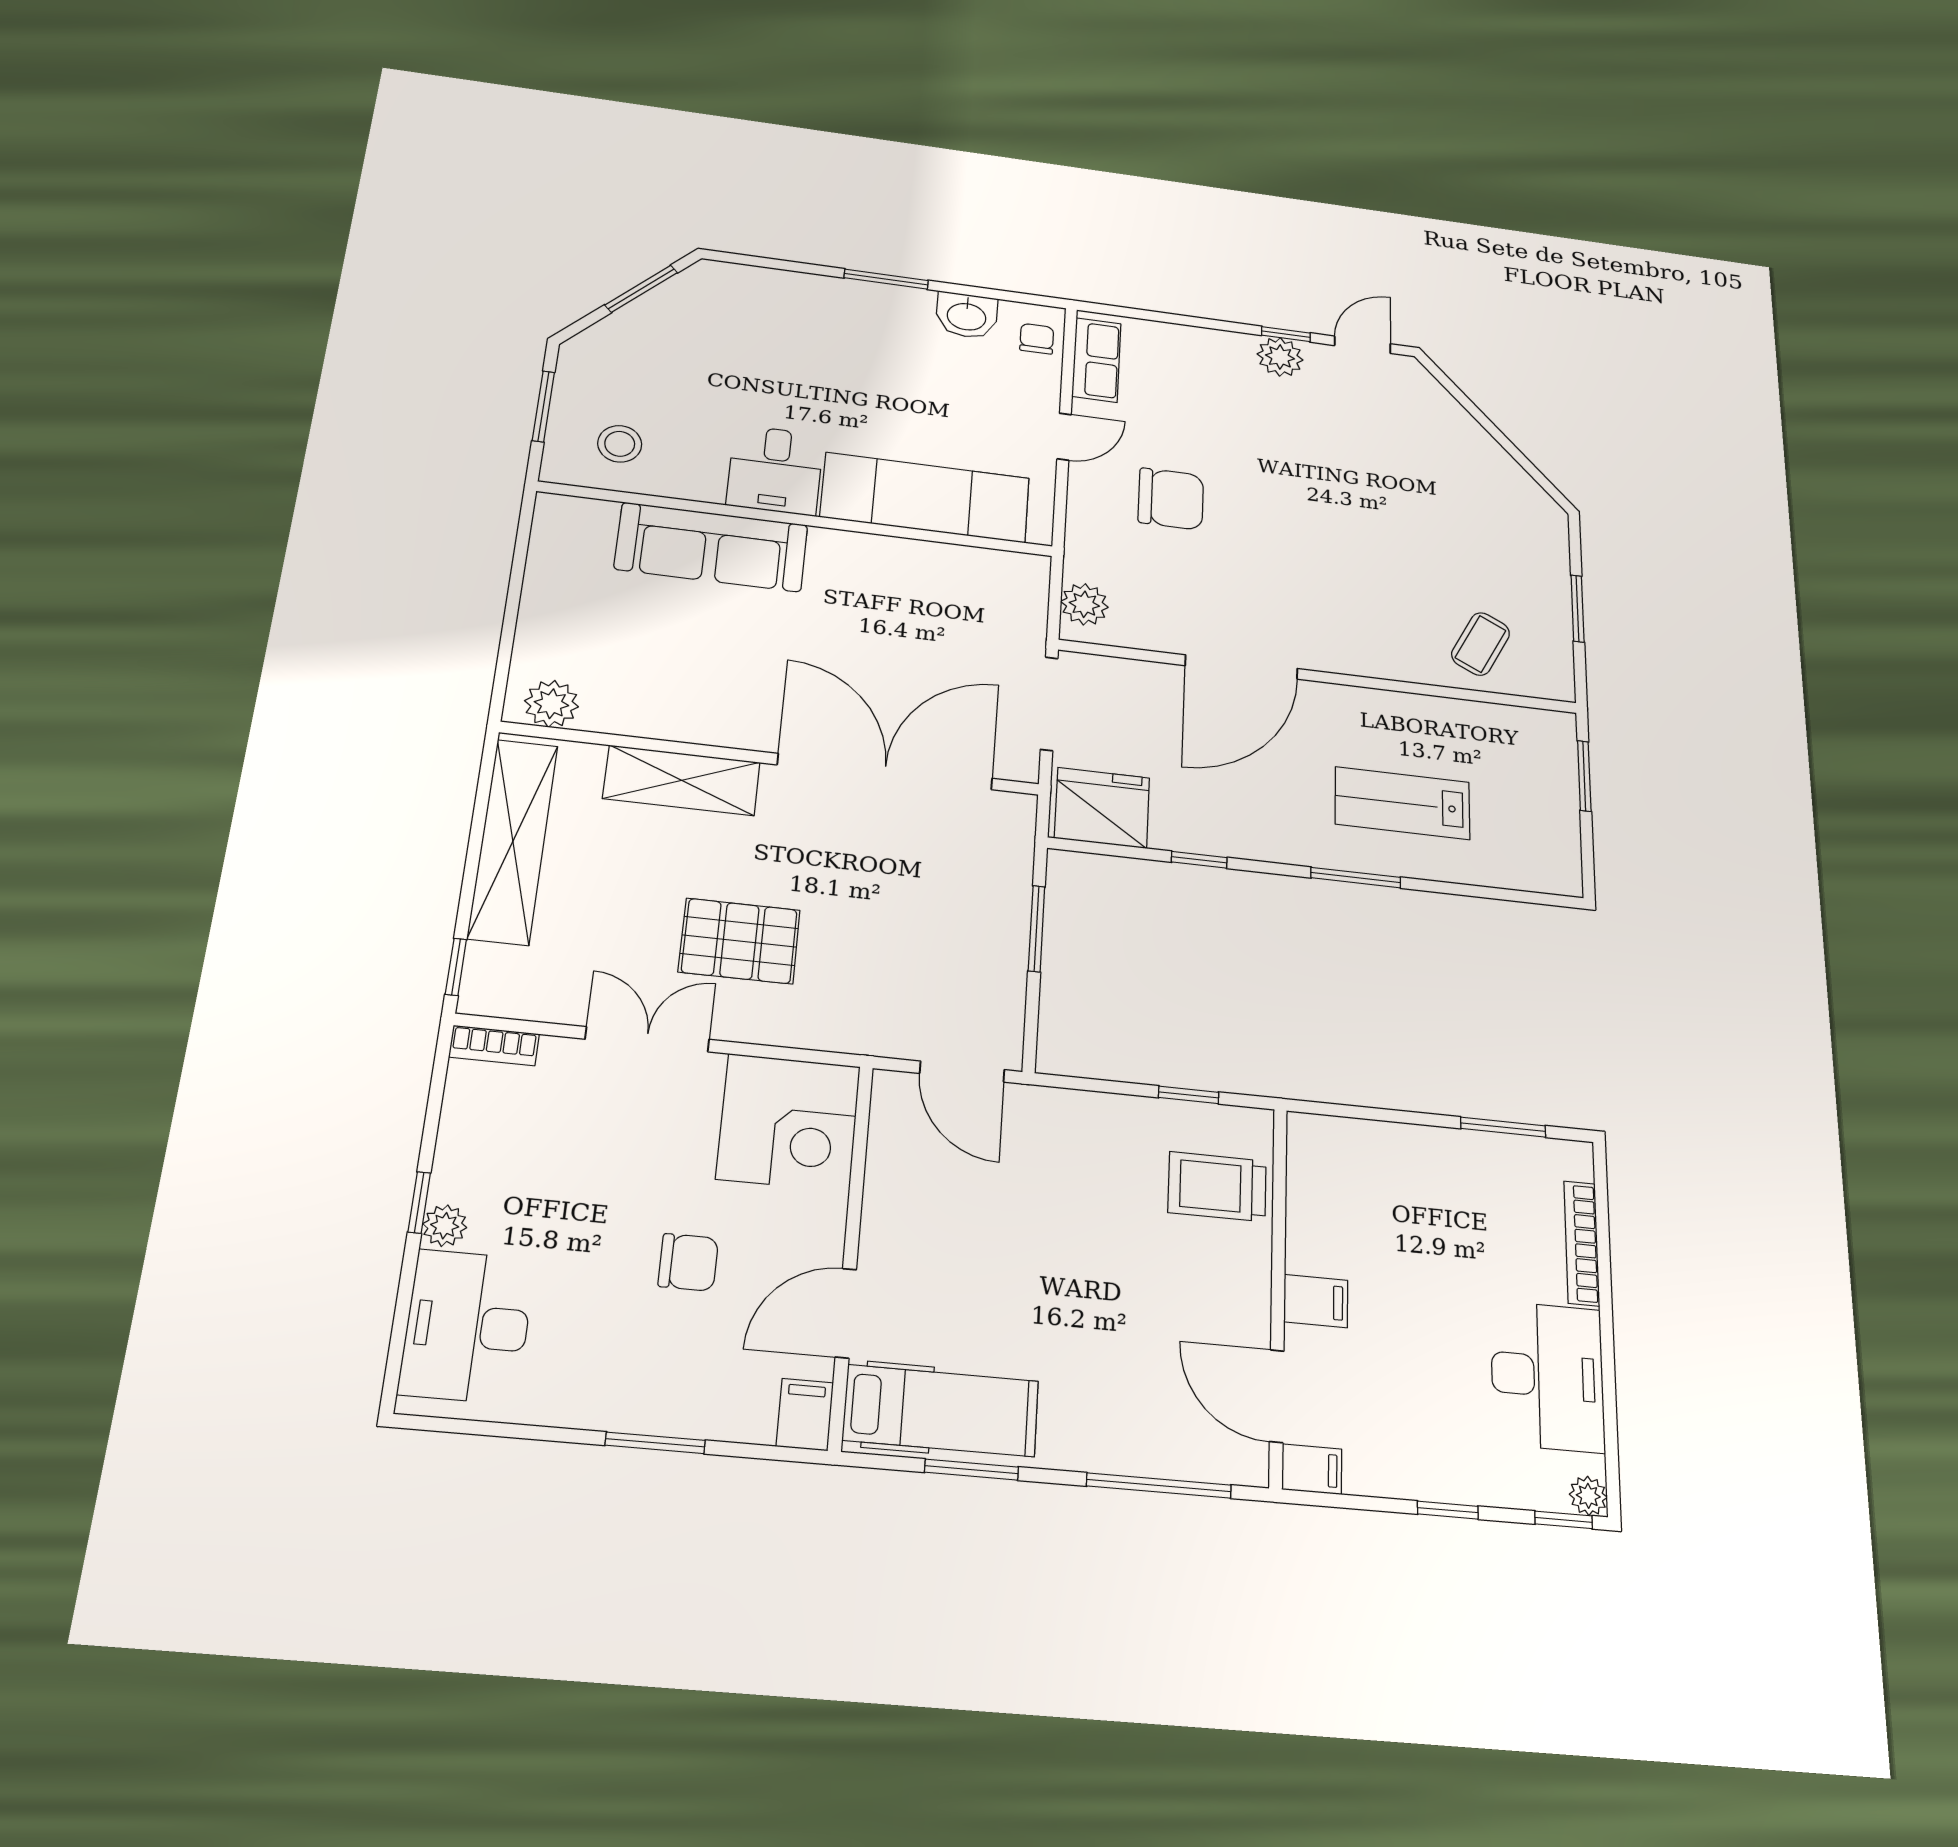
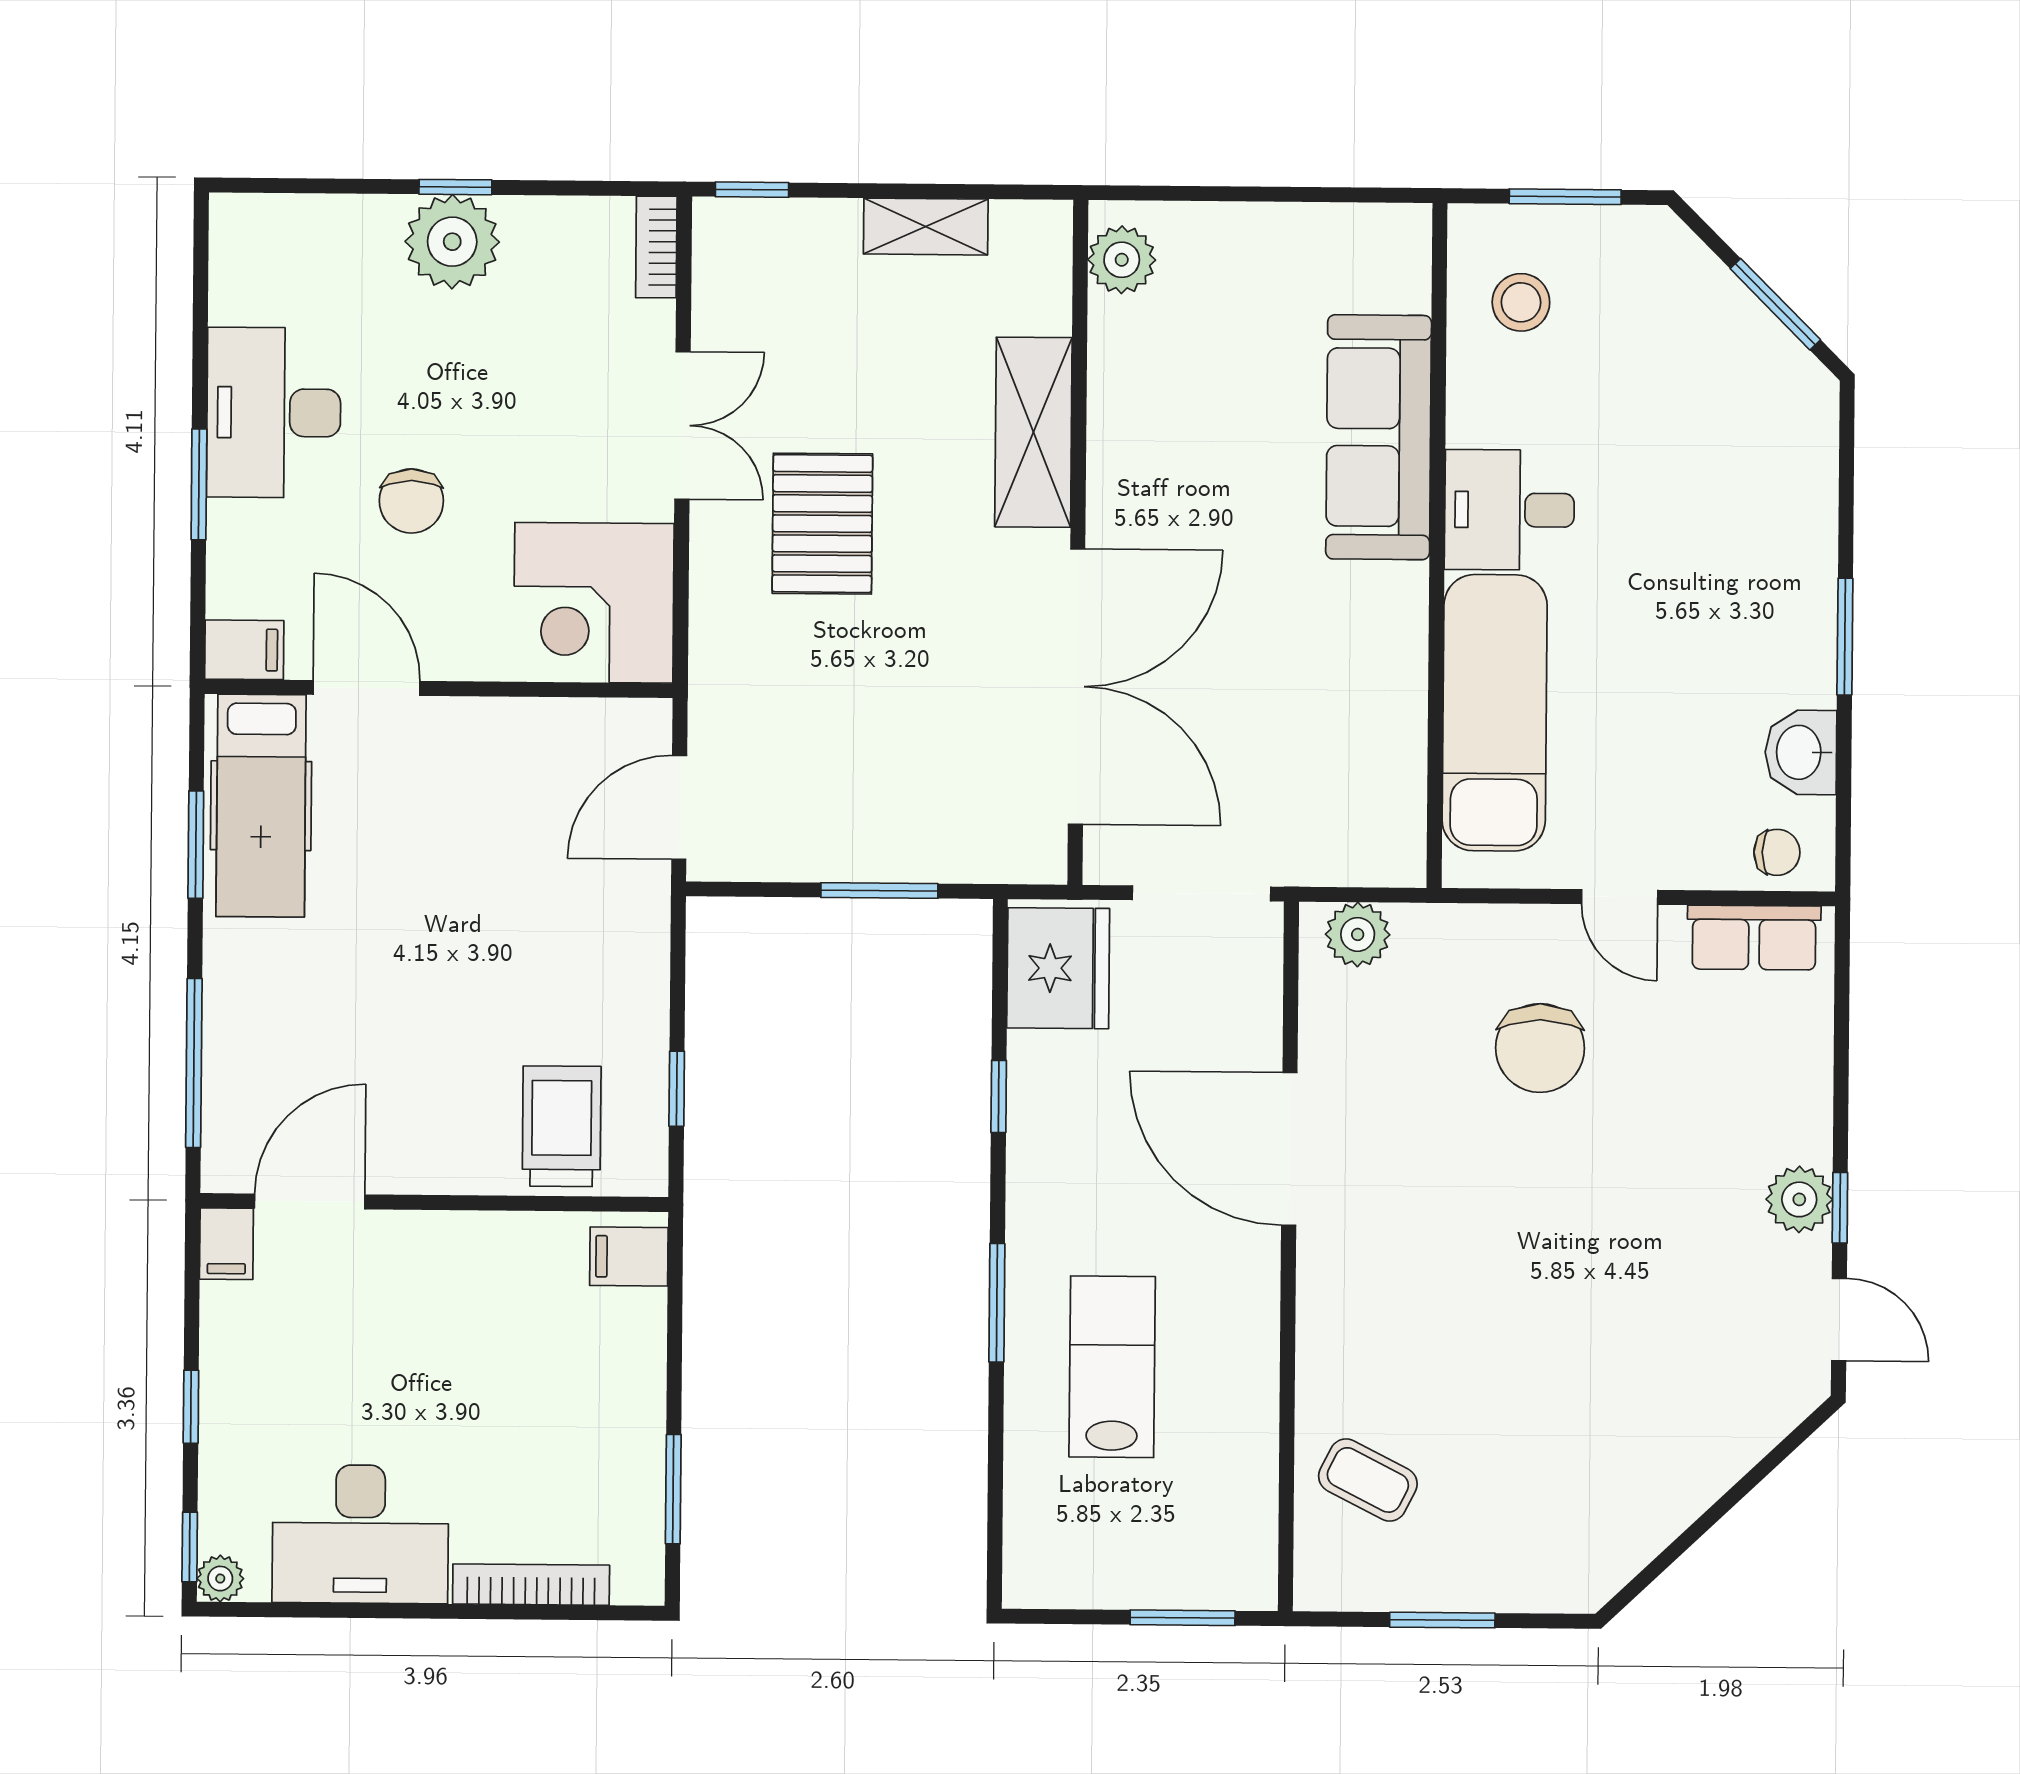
shelving: (513, 841) -> (926, 227), width x0.45, depth x0.75
plant: (445, 1226) -> (452, 242), width x1.88, depth x1.88
filing cabinet: (1316, 1301) -> (629, 1257), moved, turned 90
desk: (467, 1326) -> (274, 413), moved, turned -90

